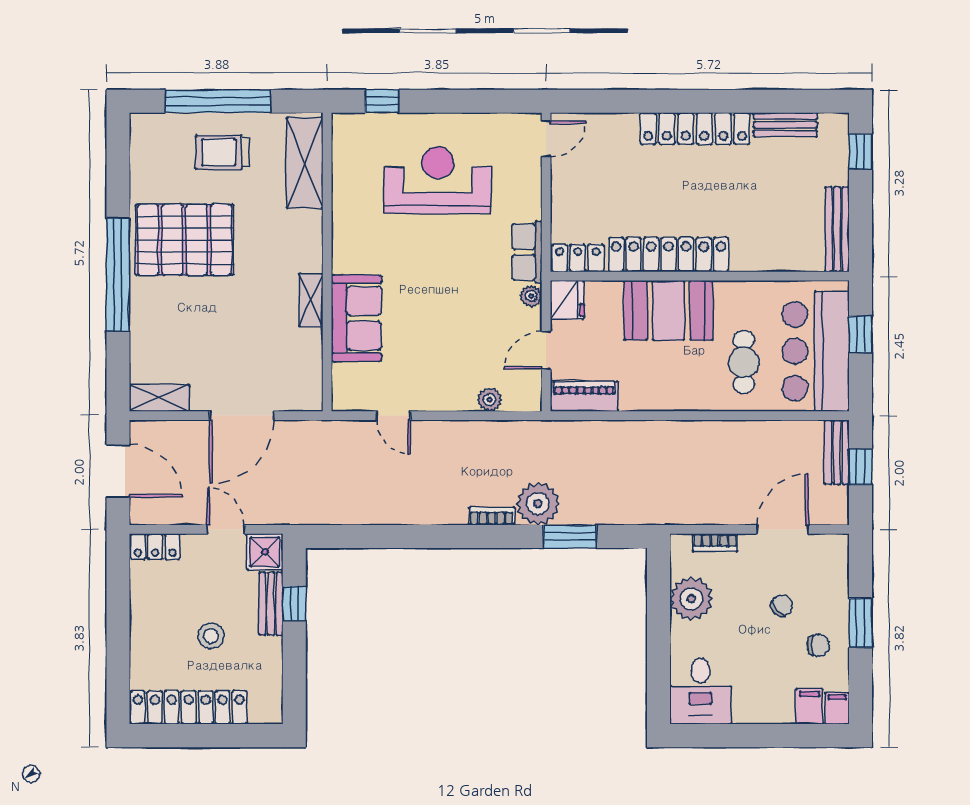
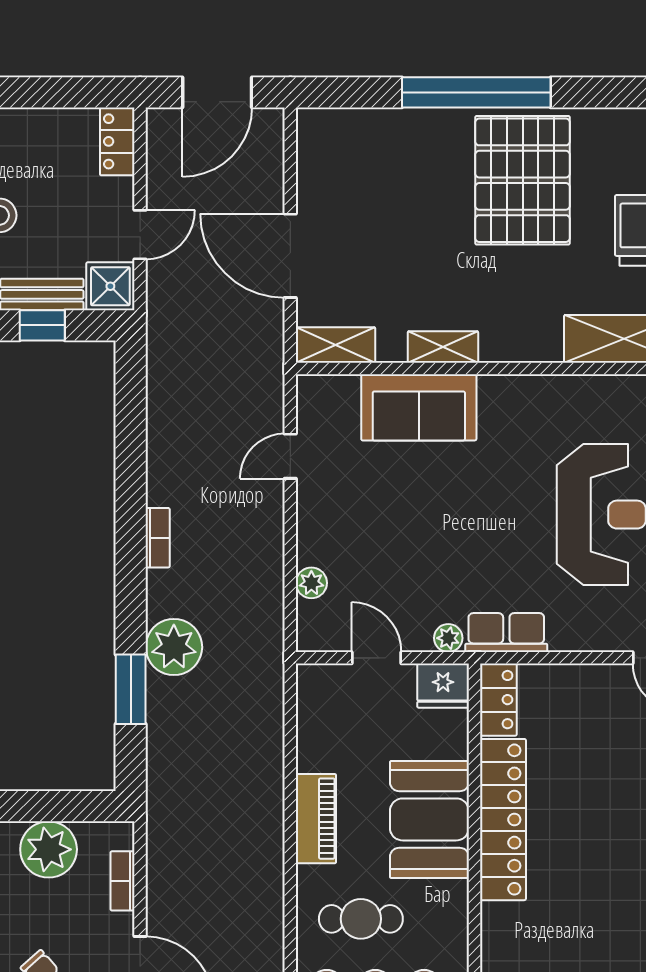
piano: (584, 396) -> (316, 819), moved
shelving: (159, 398) -> (336, 345), moved, turned 90
bookcase: (492, 516) -> (158, 538), moved

